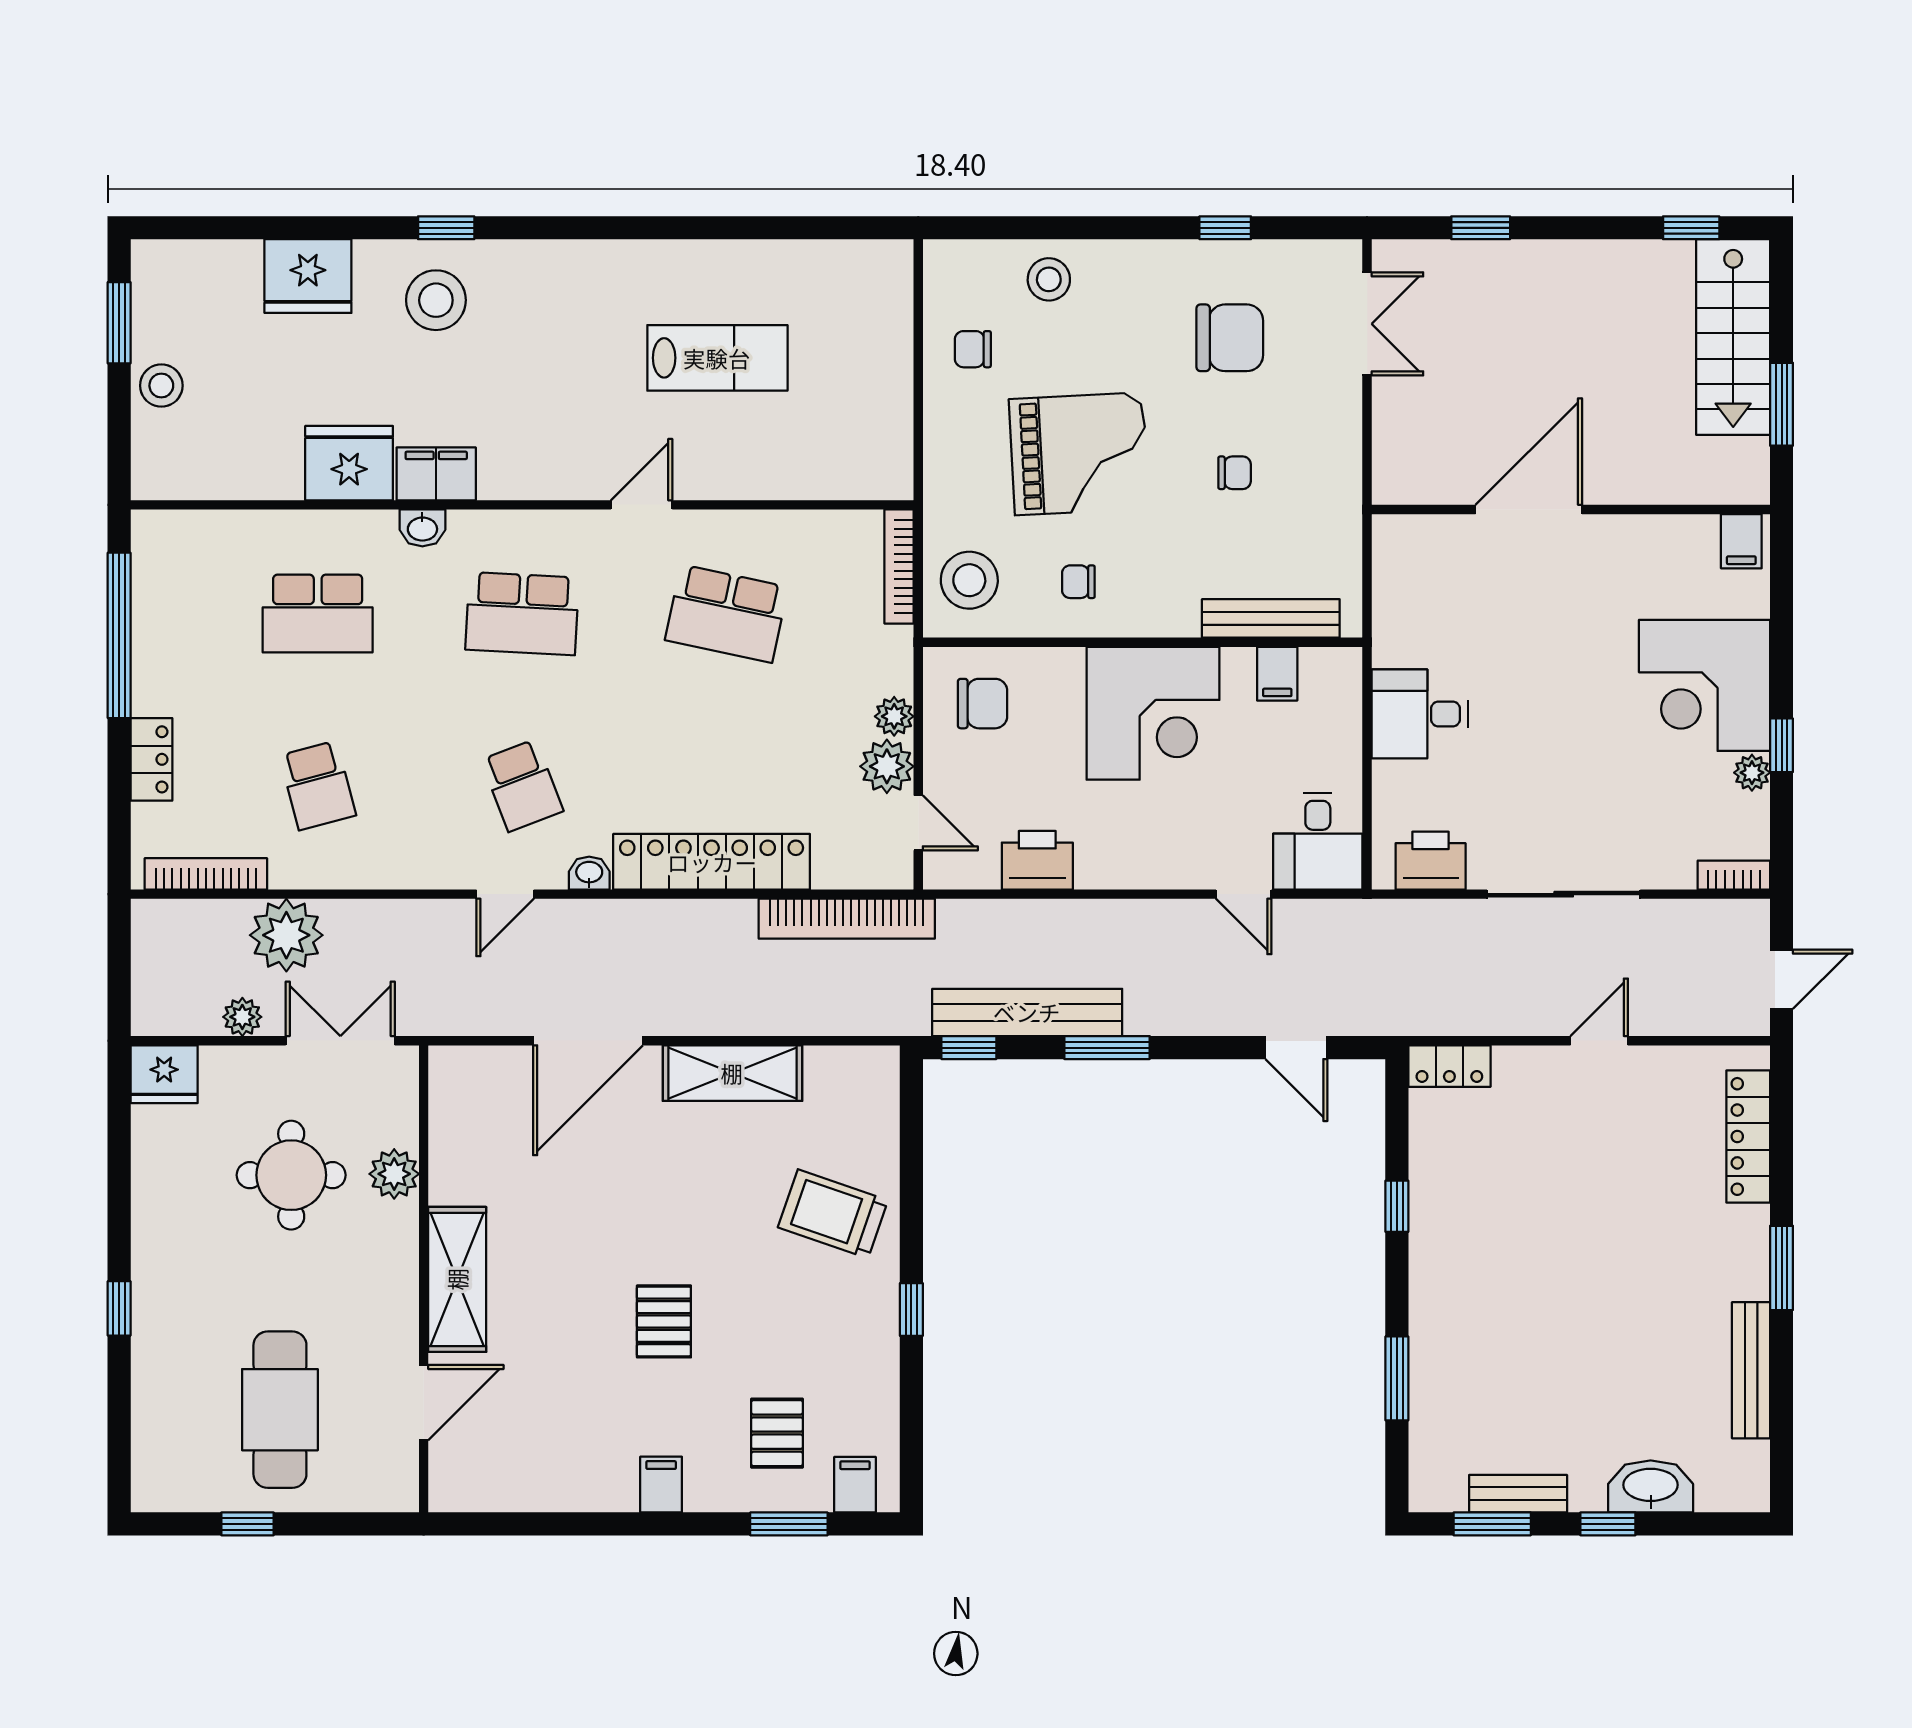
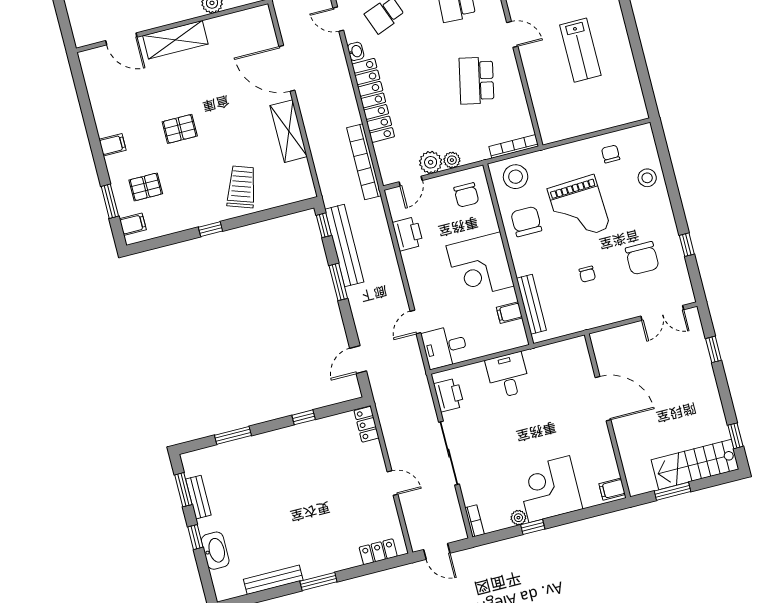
chair: (1078, 582) -> (526, 222), width x1.87, depth x1.87
locker: (1748, 1136) -> (378, 552), width x0.66

